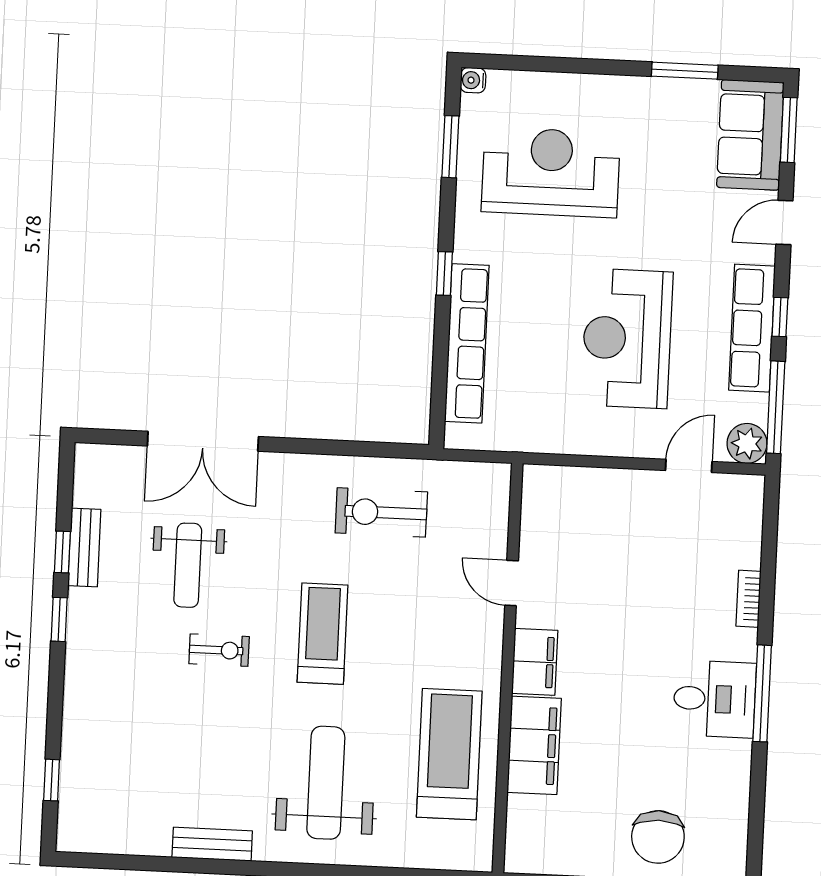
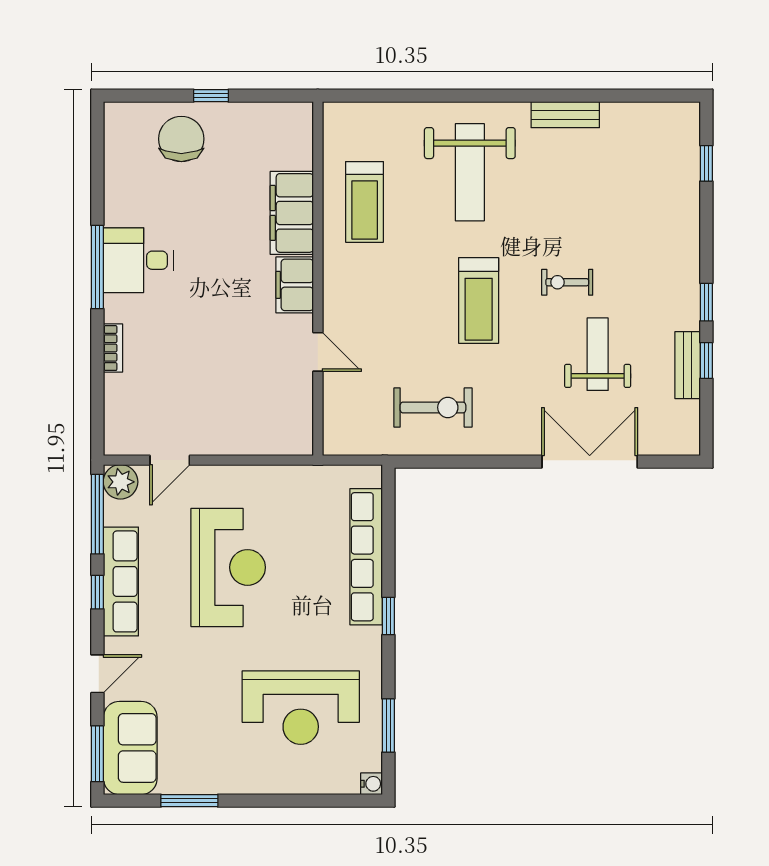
treadmill: (449, 754) -> (365, 202), width x0.73, depth x0.73

